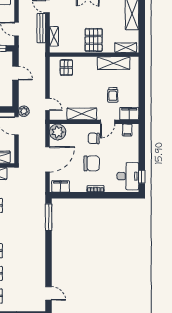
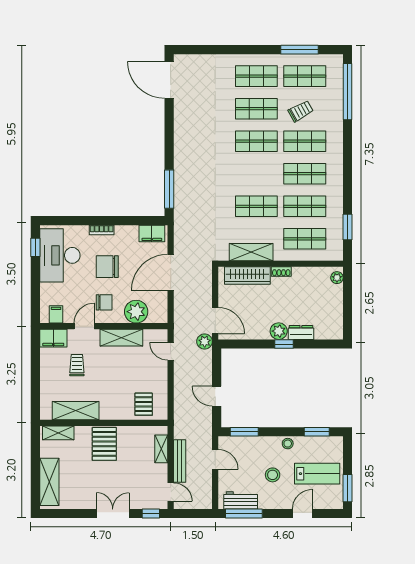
plant: (58, 132) -> (136, 312), moved
desk: (128, 176) -> (60, 255), width x1.36, depth x1.30
door: (49, 293) -> (169, 80), width x1.88

